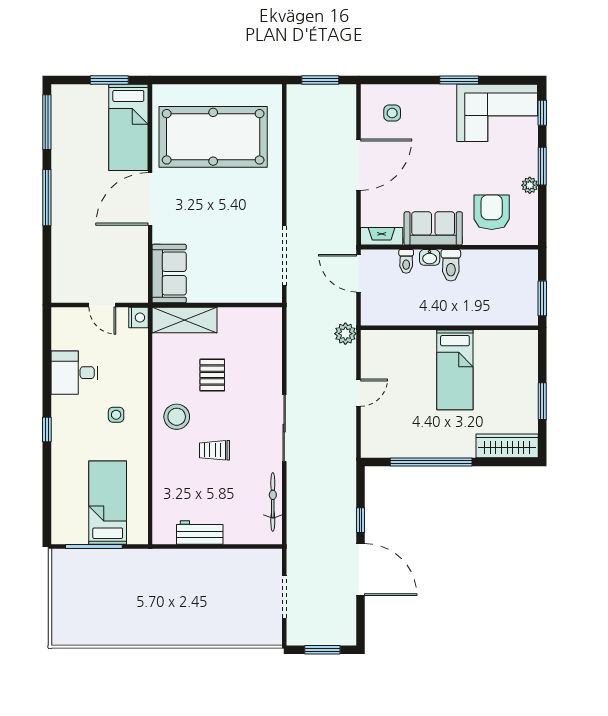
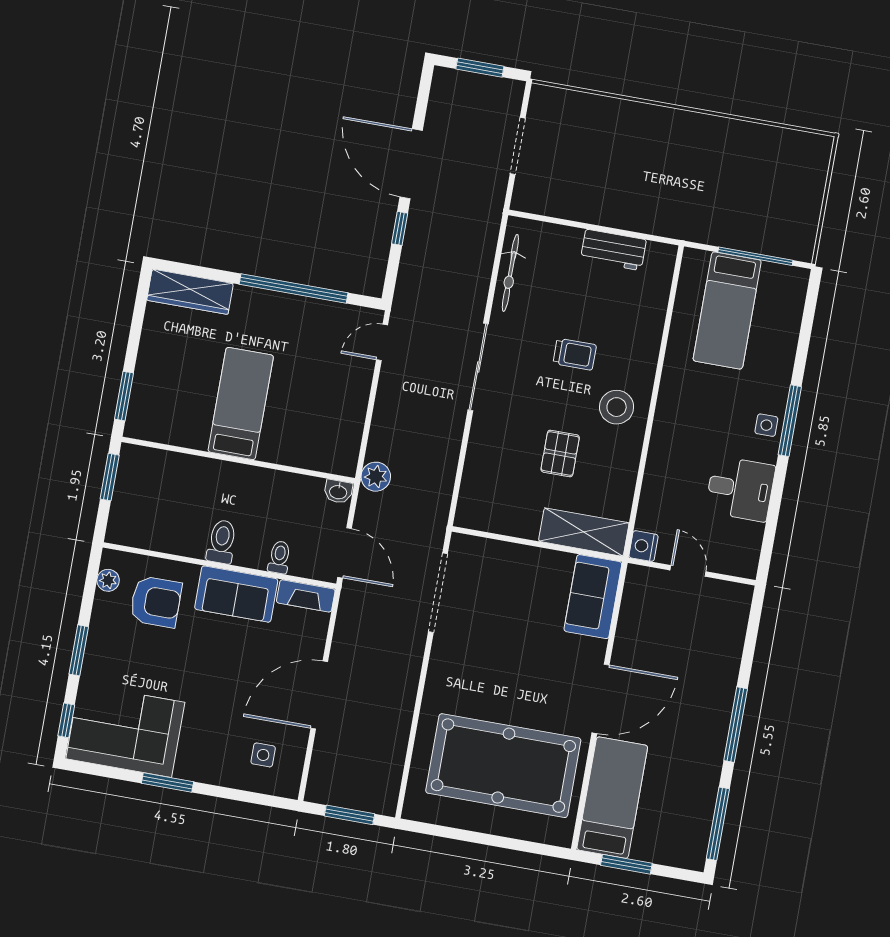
plant: (530, 185) -> (108, 580), moved
armchair: (492, 212) -> (156, 602), turned -90
washbasin: (430, 257) -> (338, 492), moved, turned 180
door: (359, 393) -> (382, 342), moved
window: (542, 401) -> (124, 396), moved
side table: (116, 415) -> (766, 425), moved
window: (47, 429) -> (790, 421), width x2.17

